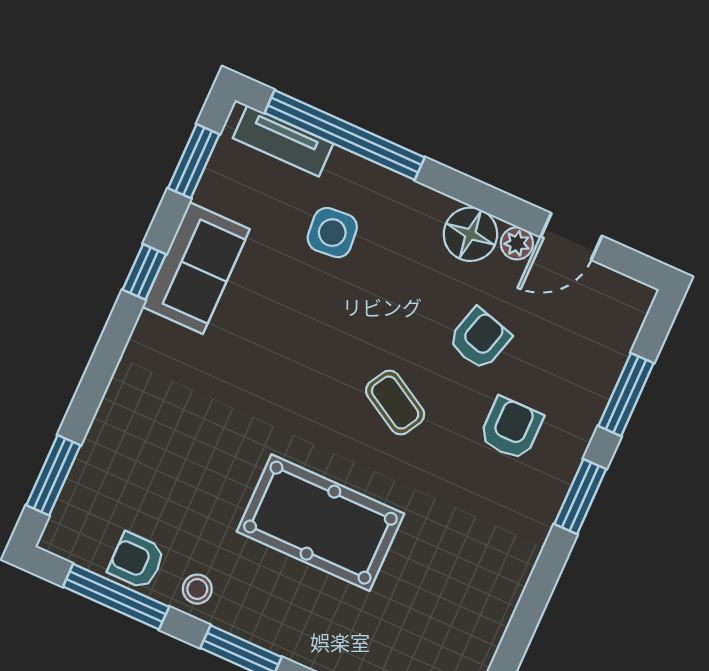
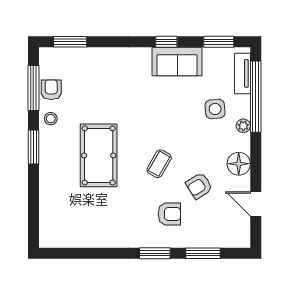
plant: (517, 243) -> (243, 126), moved
armchair: (480, 339) -> (199, 186), turned 132

